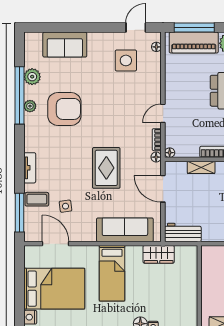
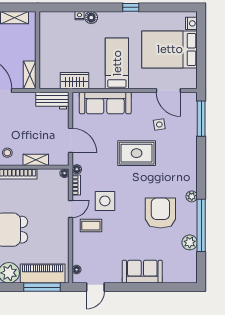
sofa: (65, 45) -> (142, 272), moved
side table: (126, 60) -> (105, 201), moved
plant: (30, 106) -> (192, 196), moved
armchair: (64, 109) -> (160, 213), turned 90
tv unit: (30, 168) -> (192, 159), removed
rug: (106, 168) -> (137, 153), moved, turned 90
coffee table: (37, 199) -> (91, 226), moved
shelving: (208, 261) -> (30, 75), added

